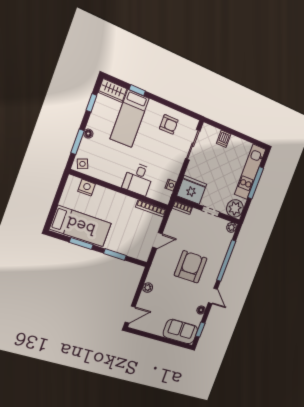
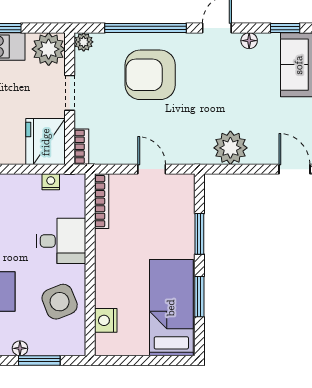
side table: (82, 164) -> (60, 302), moved, width x1.87, depth x1.87
armchair: (191, 267) -> (150, 75), moved
plant: (148, 288) -> (230, 148), width x1.87, depth x1.87

